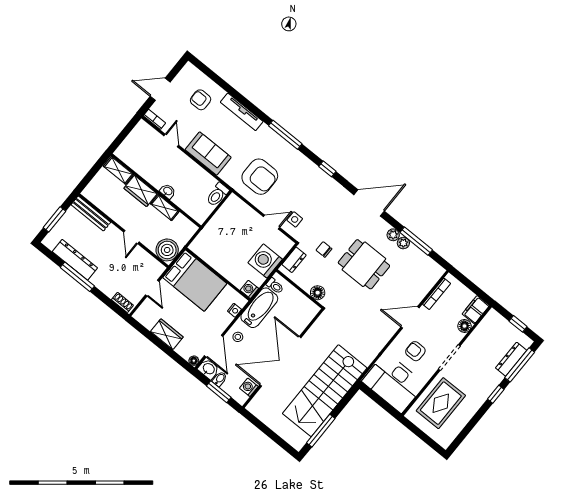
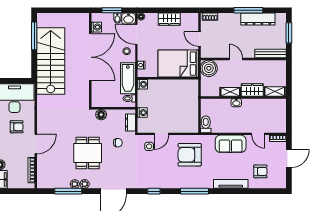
washing machine: (265, 261) -> (142, 113), width x0.53, depth x0.53
dining table: (364, 264) -> (88, 153), turned 90

